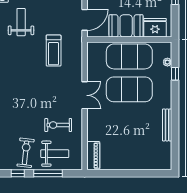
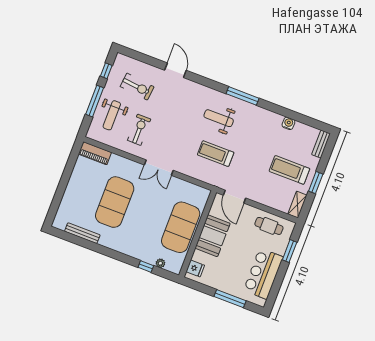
weight bench: (21, 22) -> (219, 118), moved, turned 180
fridge: (155, 28) -> (195, 268), width x0.53, depth x0.75
exercise mat: (129, 89) -> (115, 202), moved
bench: (167, 125) -> (82, 233), moved
exercise bike: (26, 153) -> (137, 87), moved

